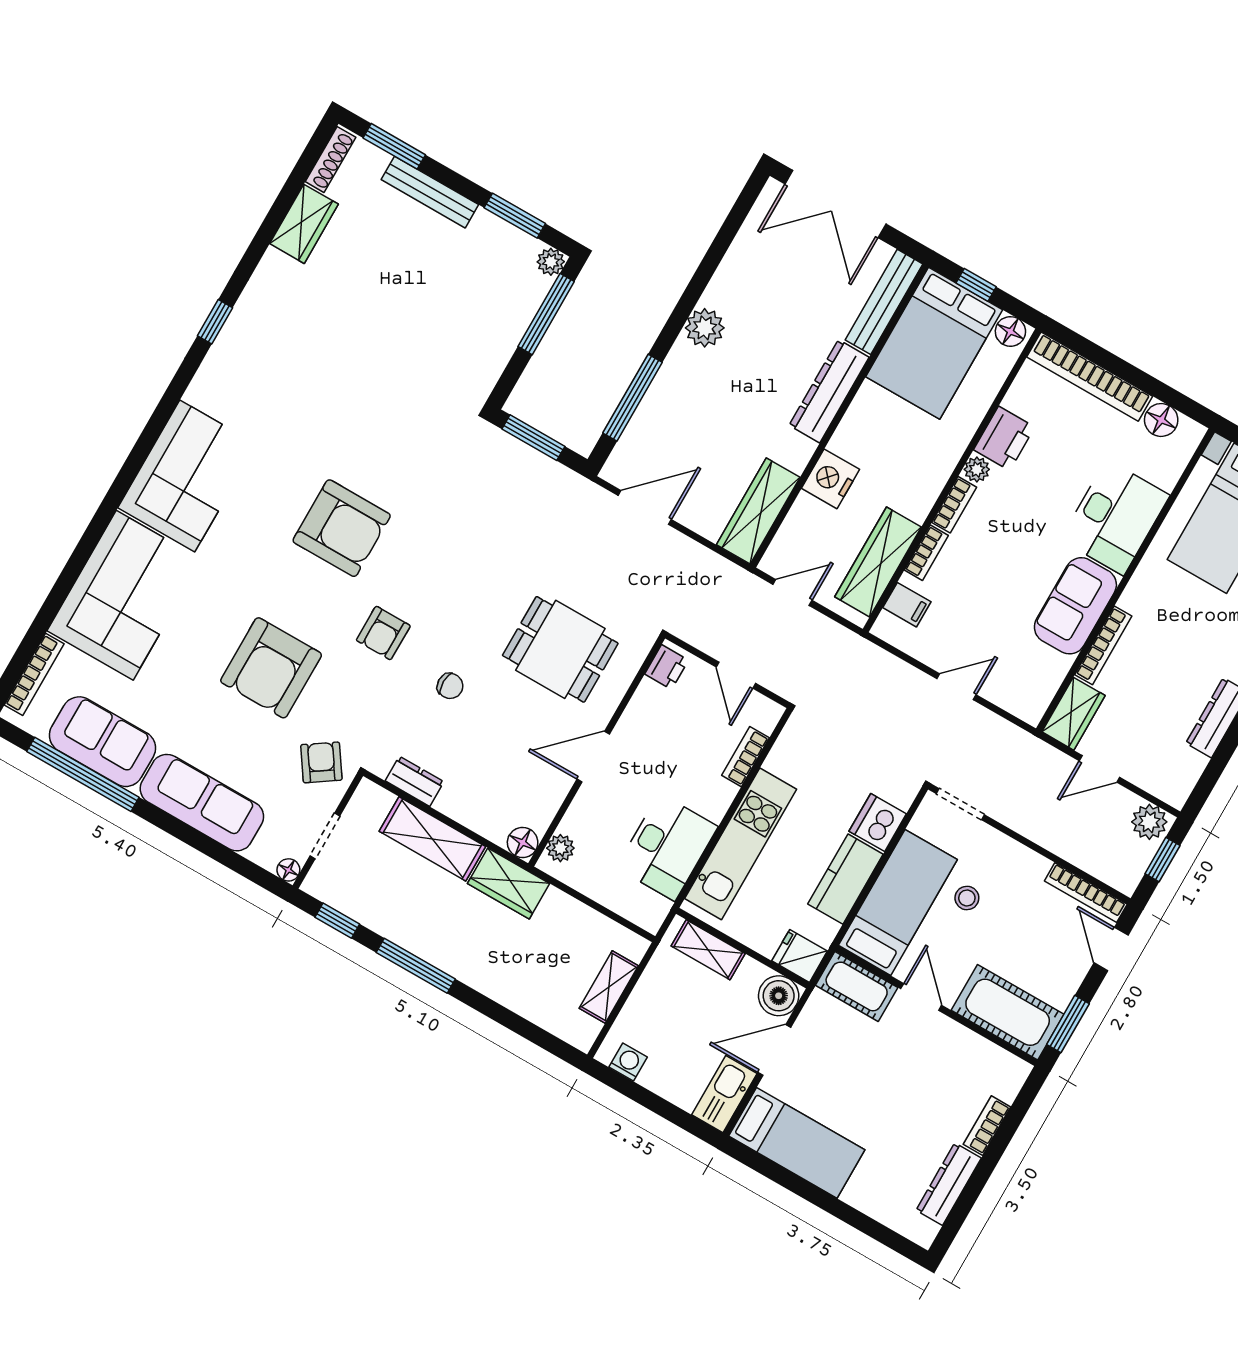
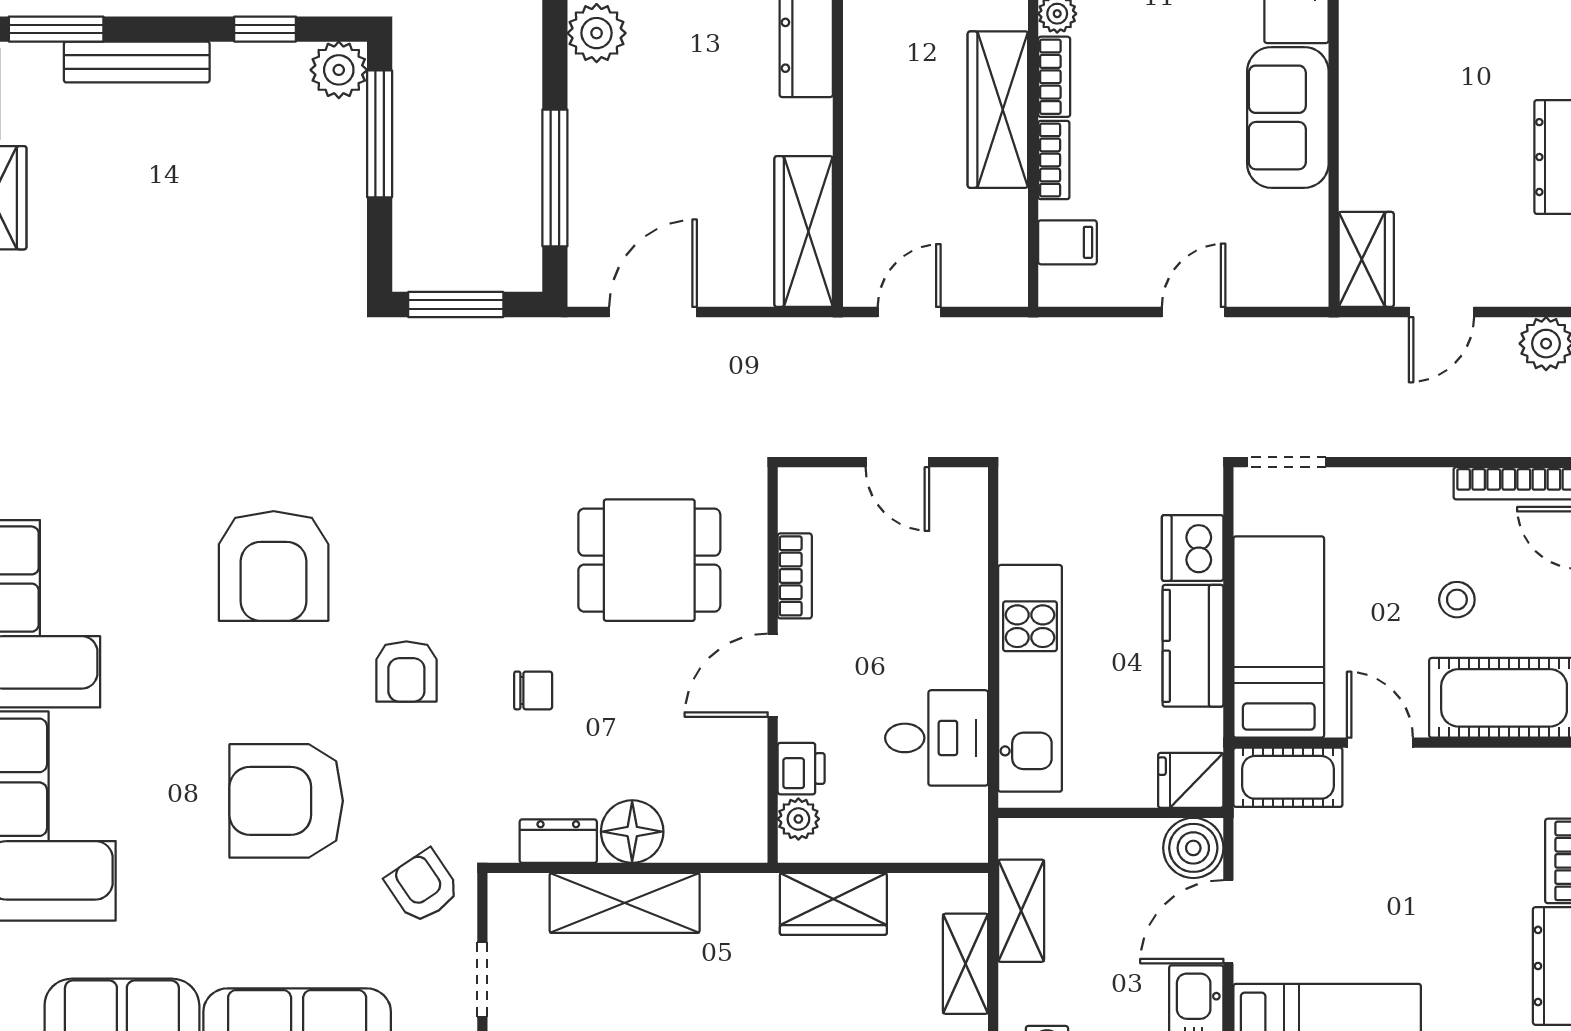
window: (515, 216) -> (265, 29), width x0.67
plant: (551, 262) -> (339, 70), width x1.38, depth x1.38
nightstand: (831, 479) -> (874, 135), removed
armchair: (342, 528) -> (274, 566), turned 90
wardrobe: (878, 562) -> (998, 110), moved
bookcase: (1103, 645) -> (1354, 148), removed
printer: (667, 667) -> (801, 769), moved
armchair: (271, 668) -> (286, 801), turned 90
bookcase: (746, 757) -> (795, 576), moved, turned 180
floor lamp: (523, 843) -> (632, 832), moved, width x1.38, depth x1.38
desk: (667, 847) -> (937, 738), width x0.73
wardrobe: (508, 883) -> (833, 904), moved
stool: (967, 898) -> (1457, 600), moved
shelving: (708, 950) -> (1021, 911), moved, turned 90

